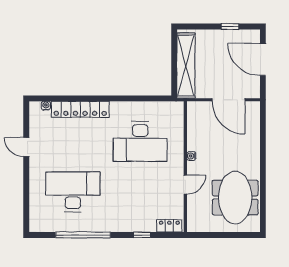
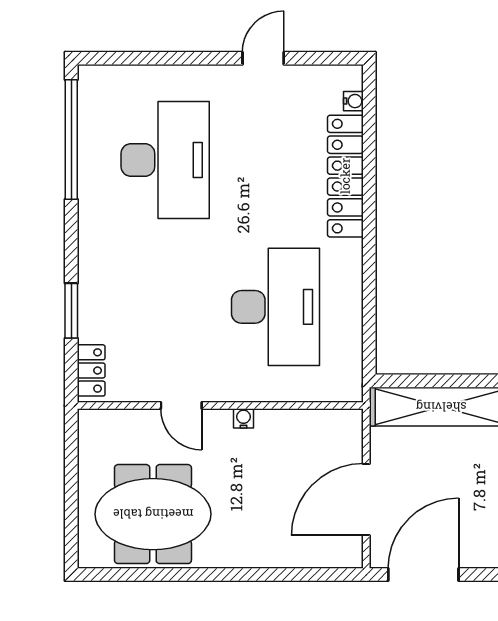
door: (263, 59) -> (423, 574), moved
desk: (140, 141) -> (276, 307), turned 180
window: (83, 235) -> (71, 140), moved
window: (142, 235) -> (71, 311), width x1.50

